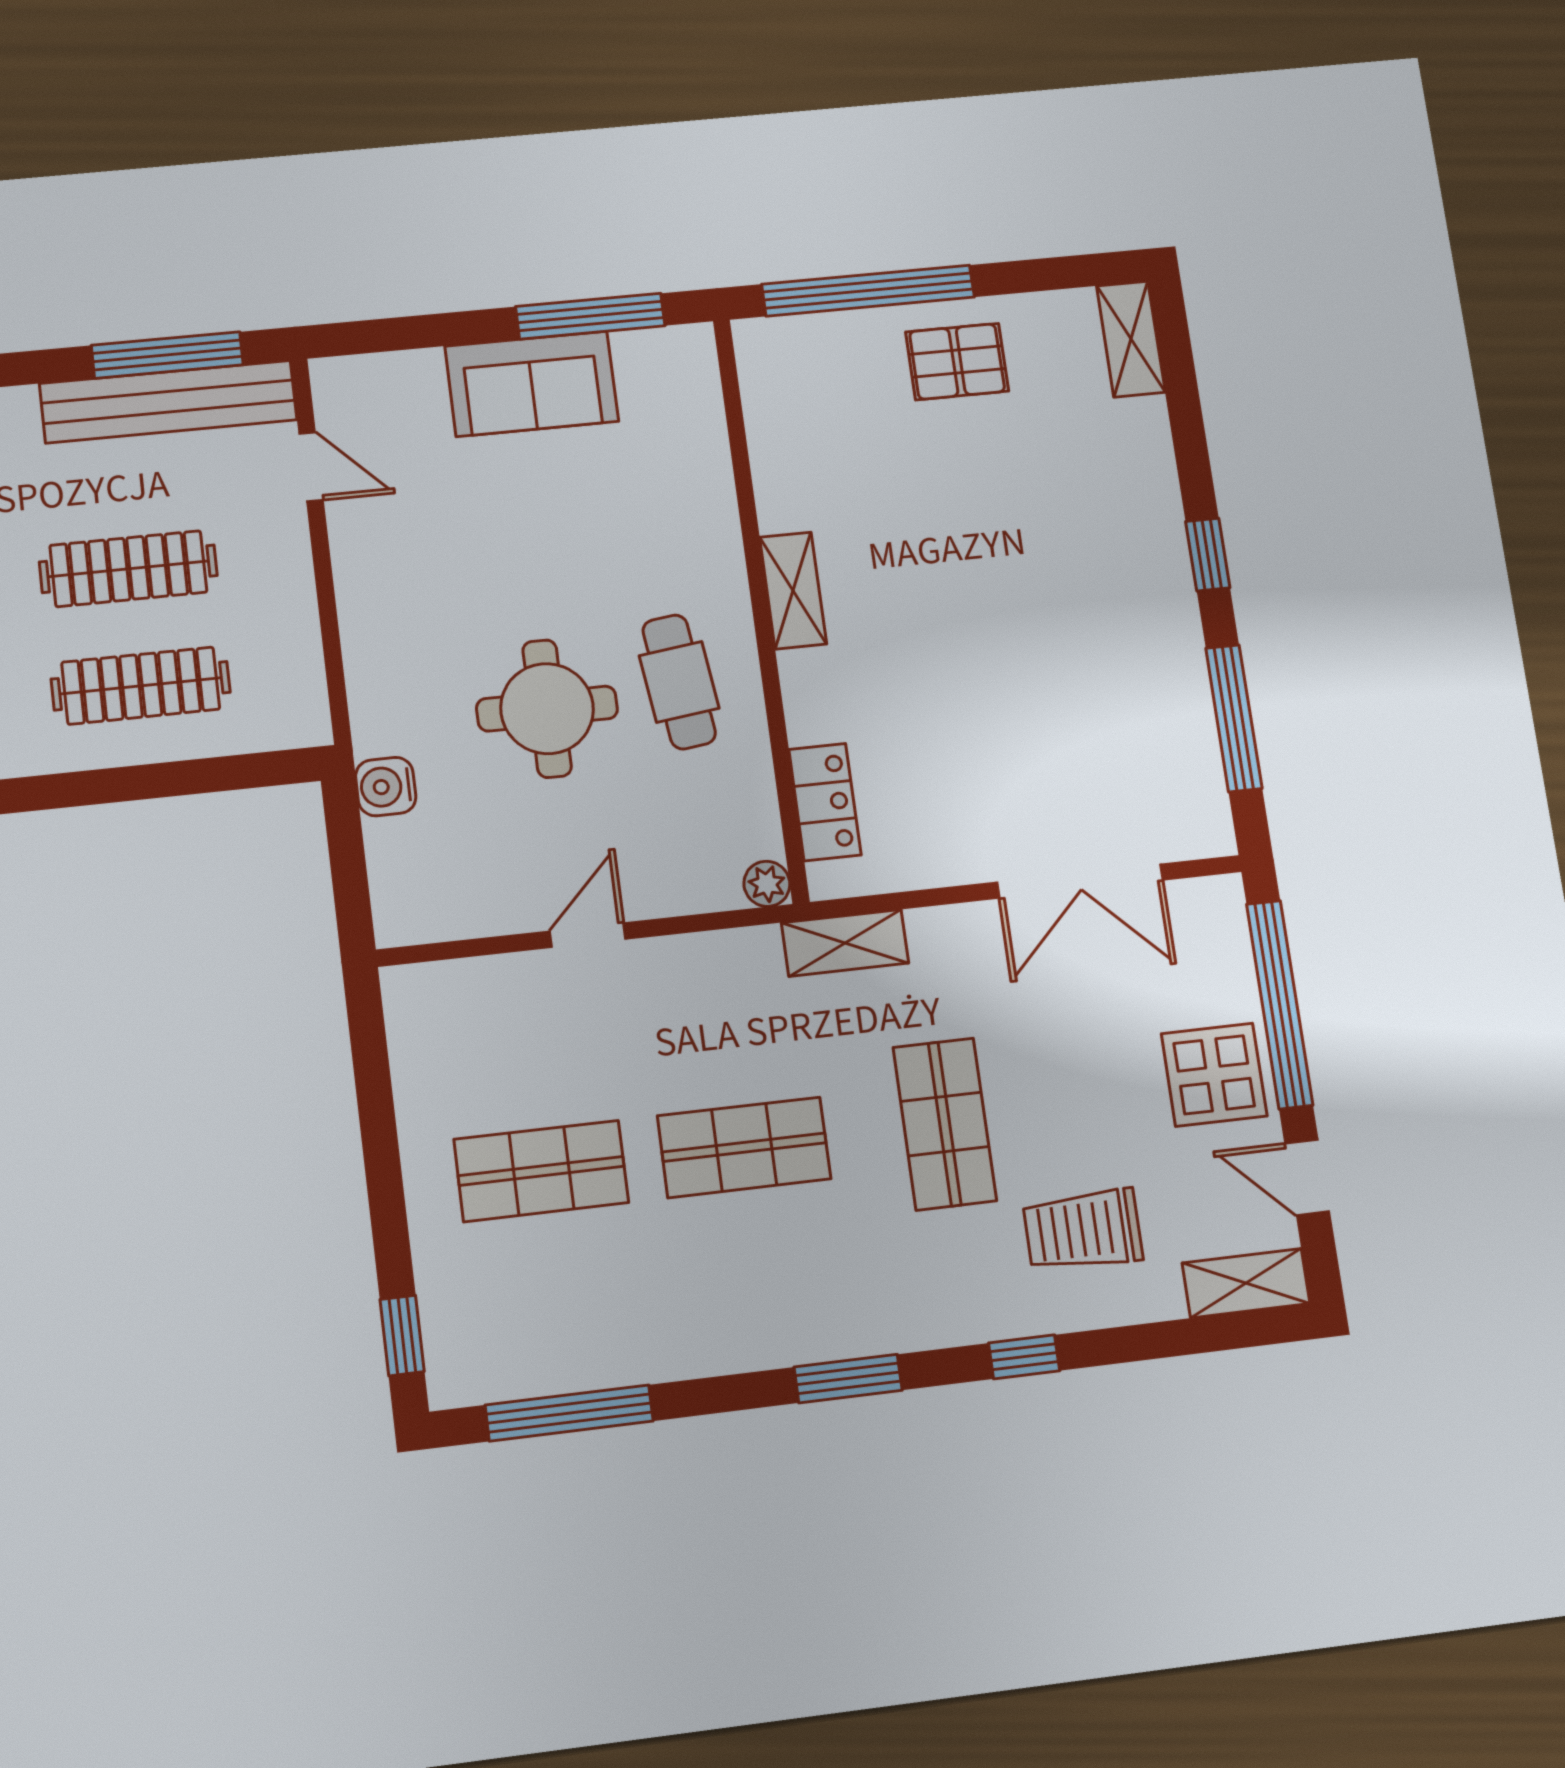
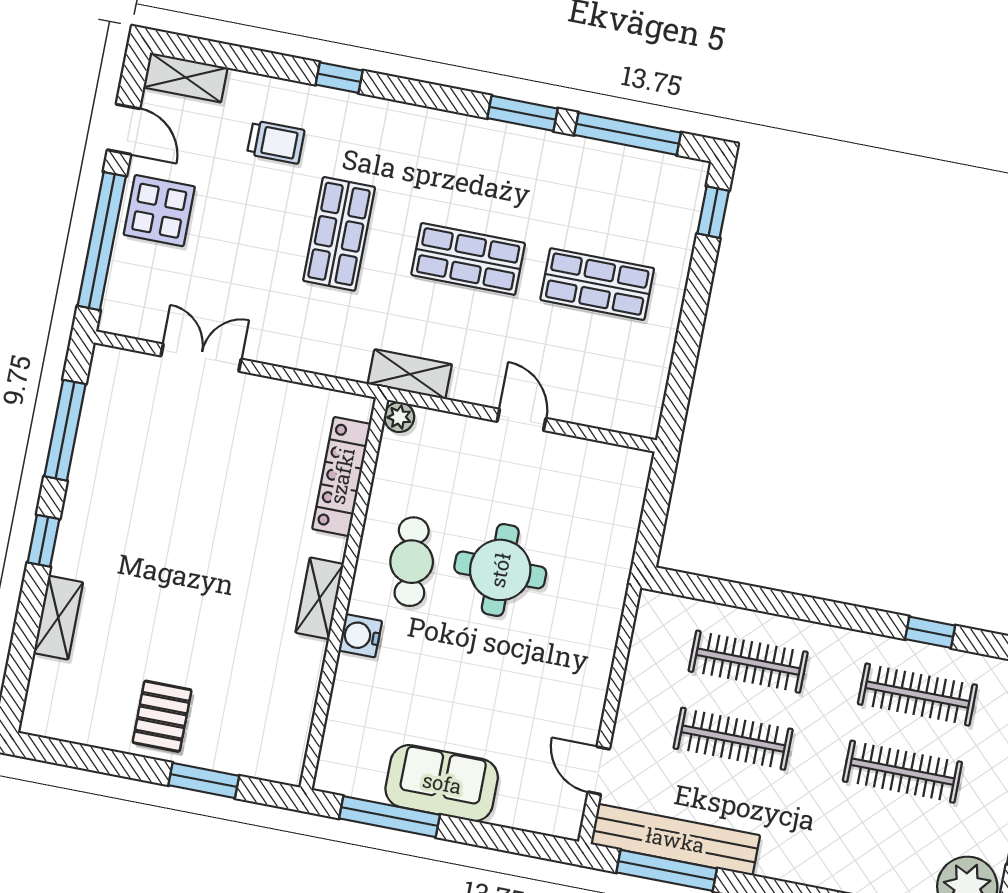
window: (868, 291) -> (204, 780), width x0.47
shelving: (1131, 339) -> (58, 618), moved
pallet: (957, 362) -> (162, 716), turned 90
water cooler: (386, 787) -> (360, 636), moved, turned 180
locker: (825, 802) -> (342, 476), width x1.53
double door: (1080, 881) -> (201, 358), width x0.73
door: (588, 935) -> (521, 420), swing flipped
shelving: (845, 943) -> (410, 374), moved
trolley: (1083, 1230) -> (276, 142), width x0.73, depth x0.72
window: (848, 1379) -> (522, 113), moved

